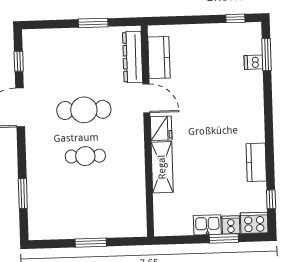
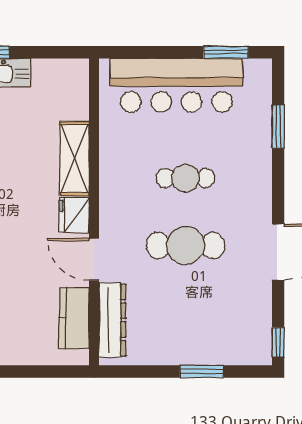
window: (93, 23) -> (202, 371), moved
window: (19, 61) -> (278, 342), moved
bar counter: (94, 220) -> (176, 85), added
window: (91, 243) -> (226, 52), moved

